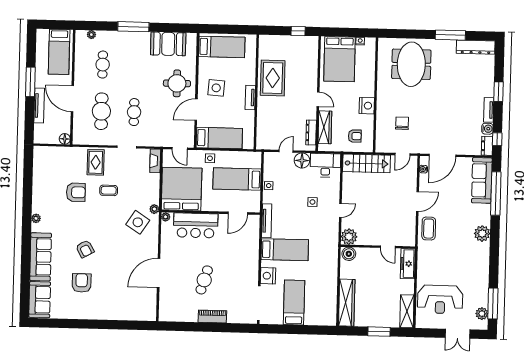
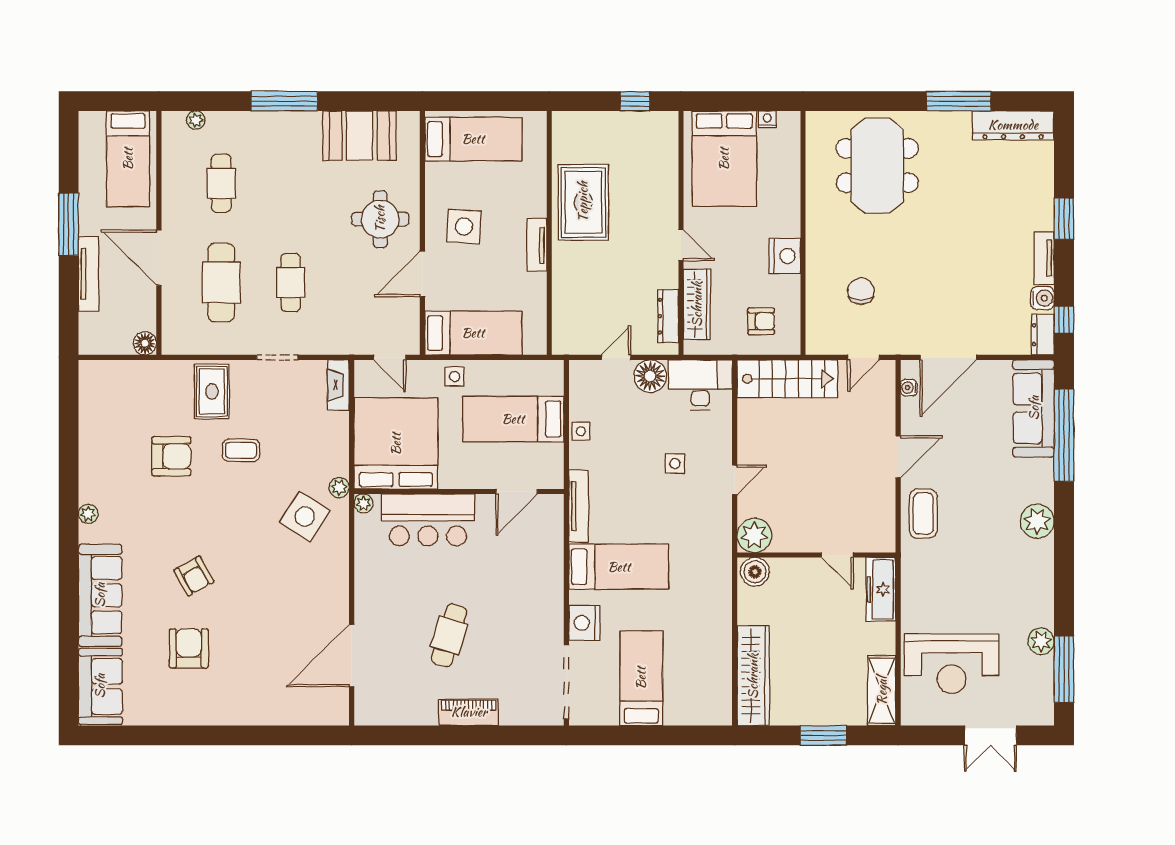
door: (159, 273) -> (352, 656), moved
plant: (482, 314) -> (1041, 641), moved

